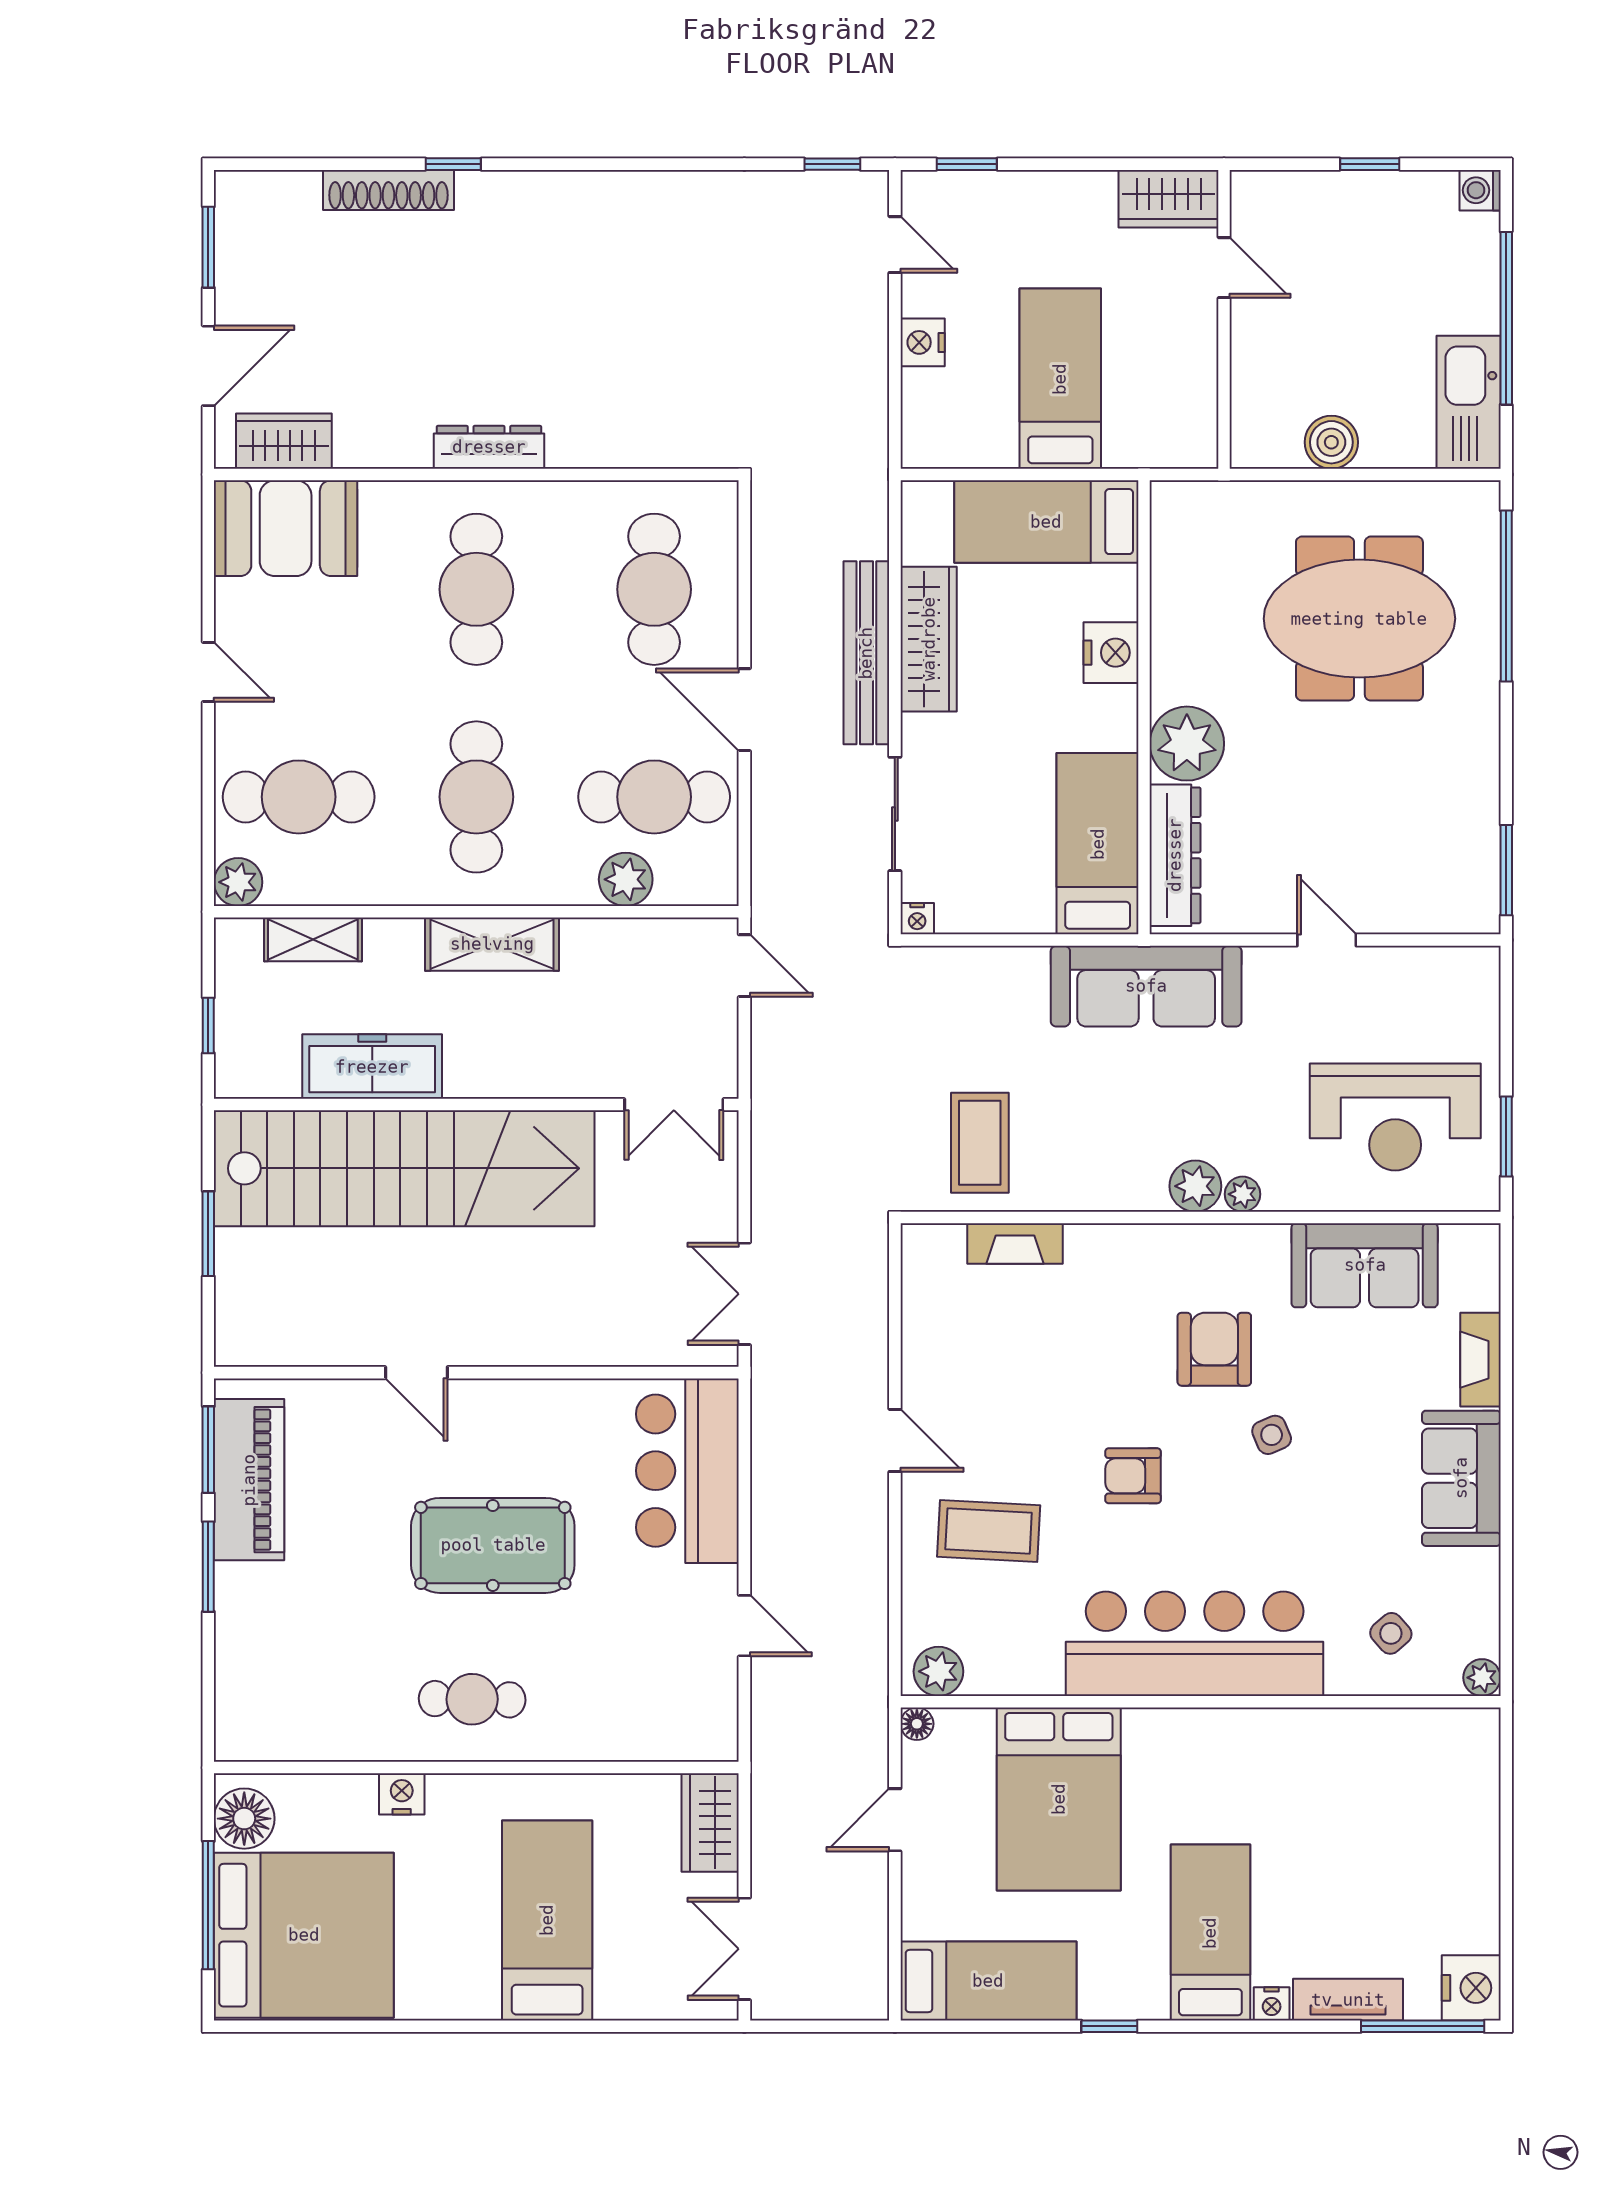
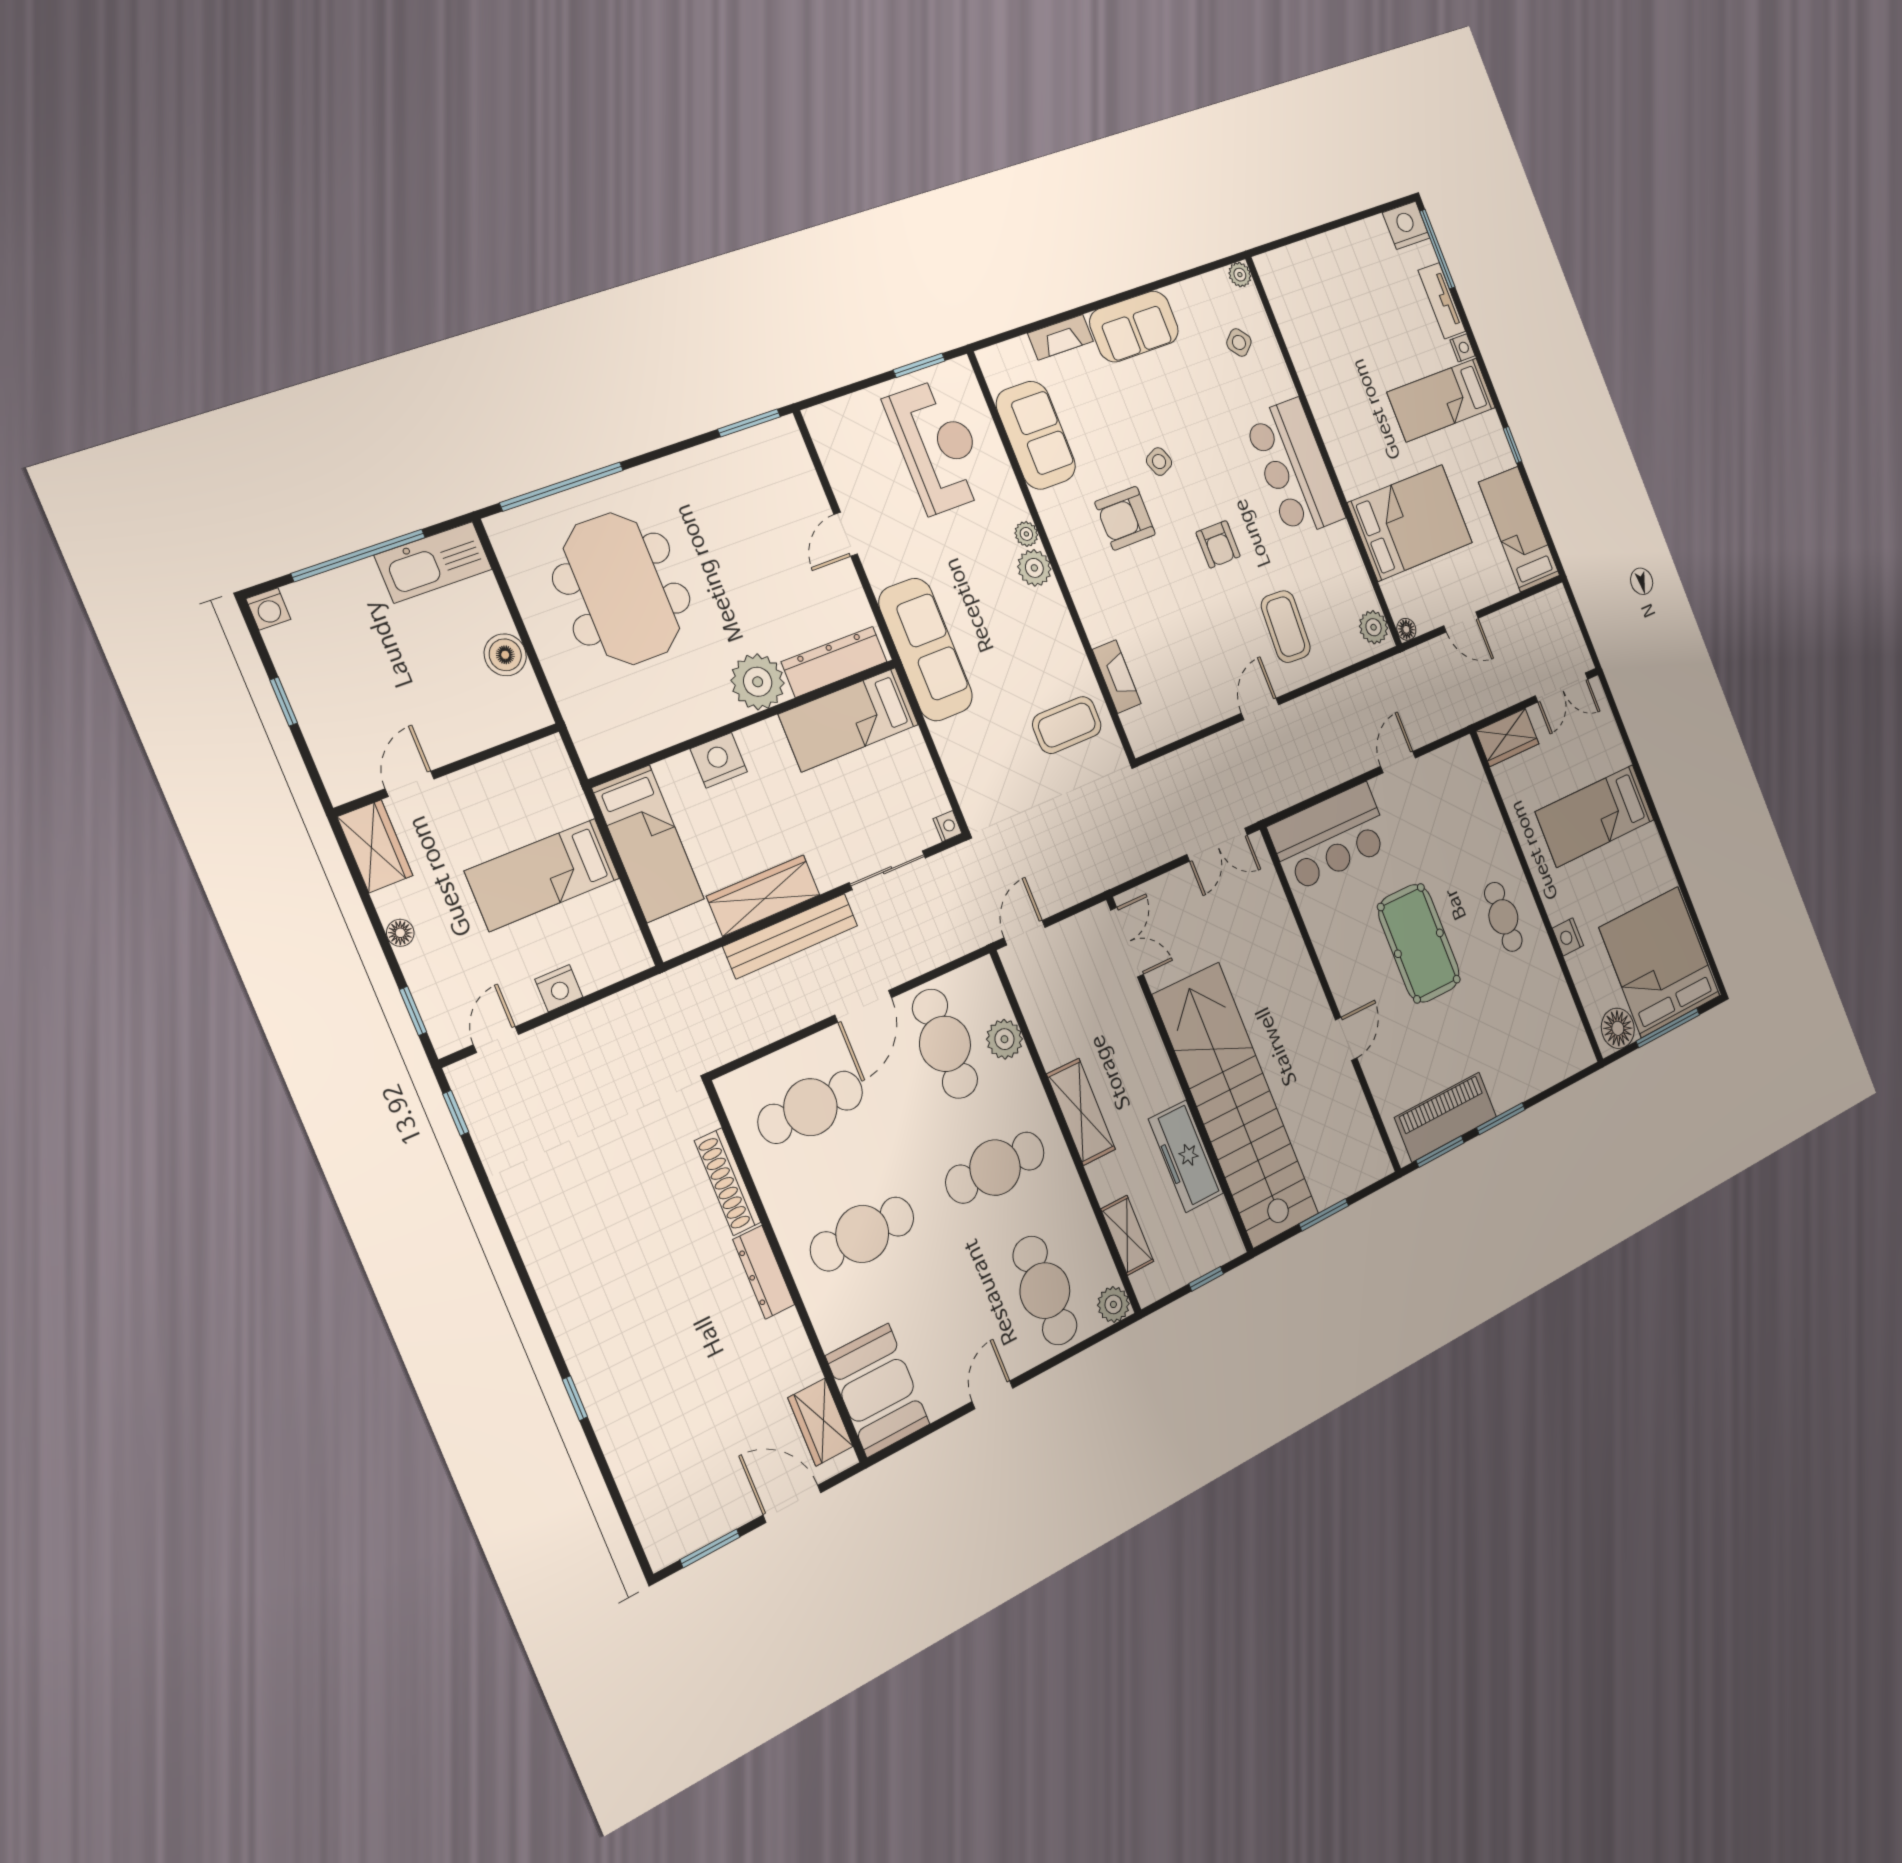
floor lamp: (1060, 186) -> (400, 933), added
shoe rack: (388, 190) -> (728, 1182), moved, turned 180
bar counter: (1195, 1644) -> (1294, 468), width x0.73

